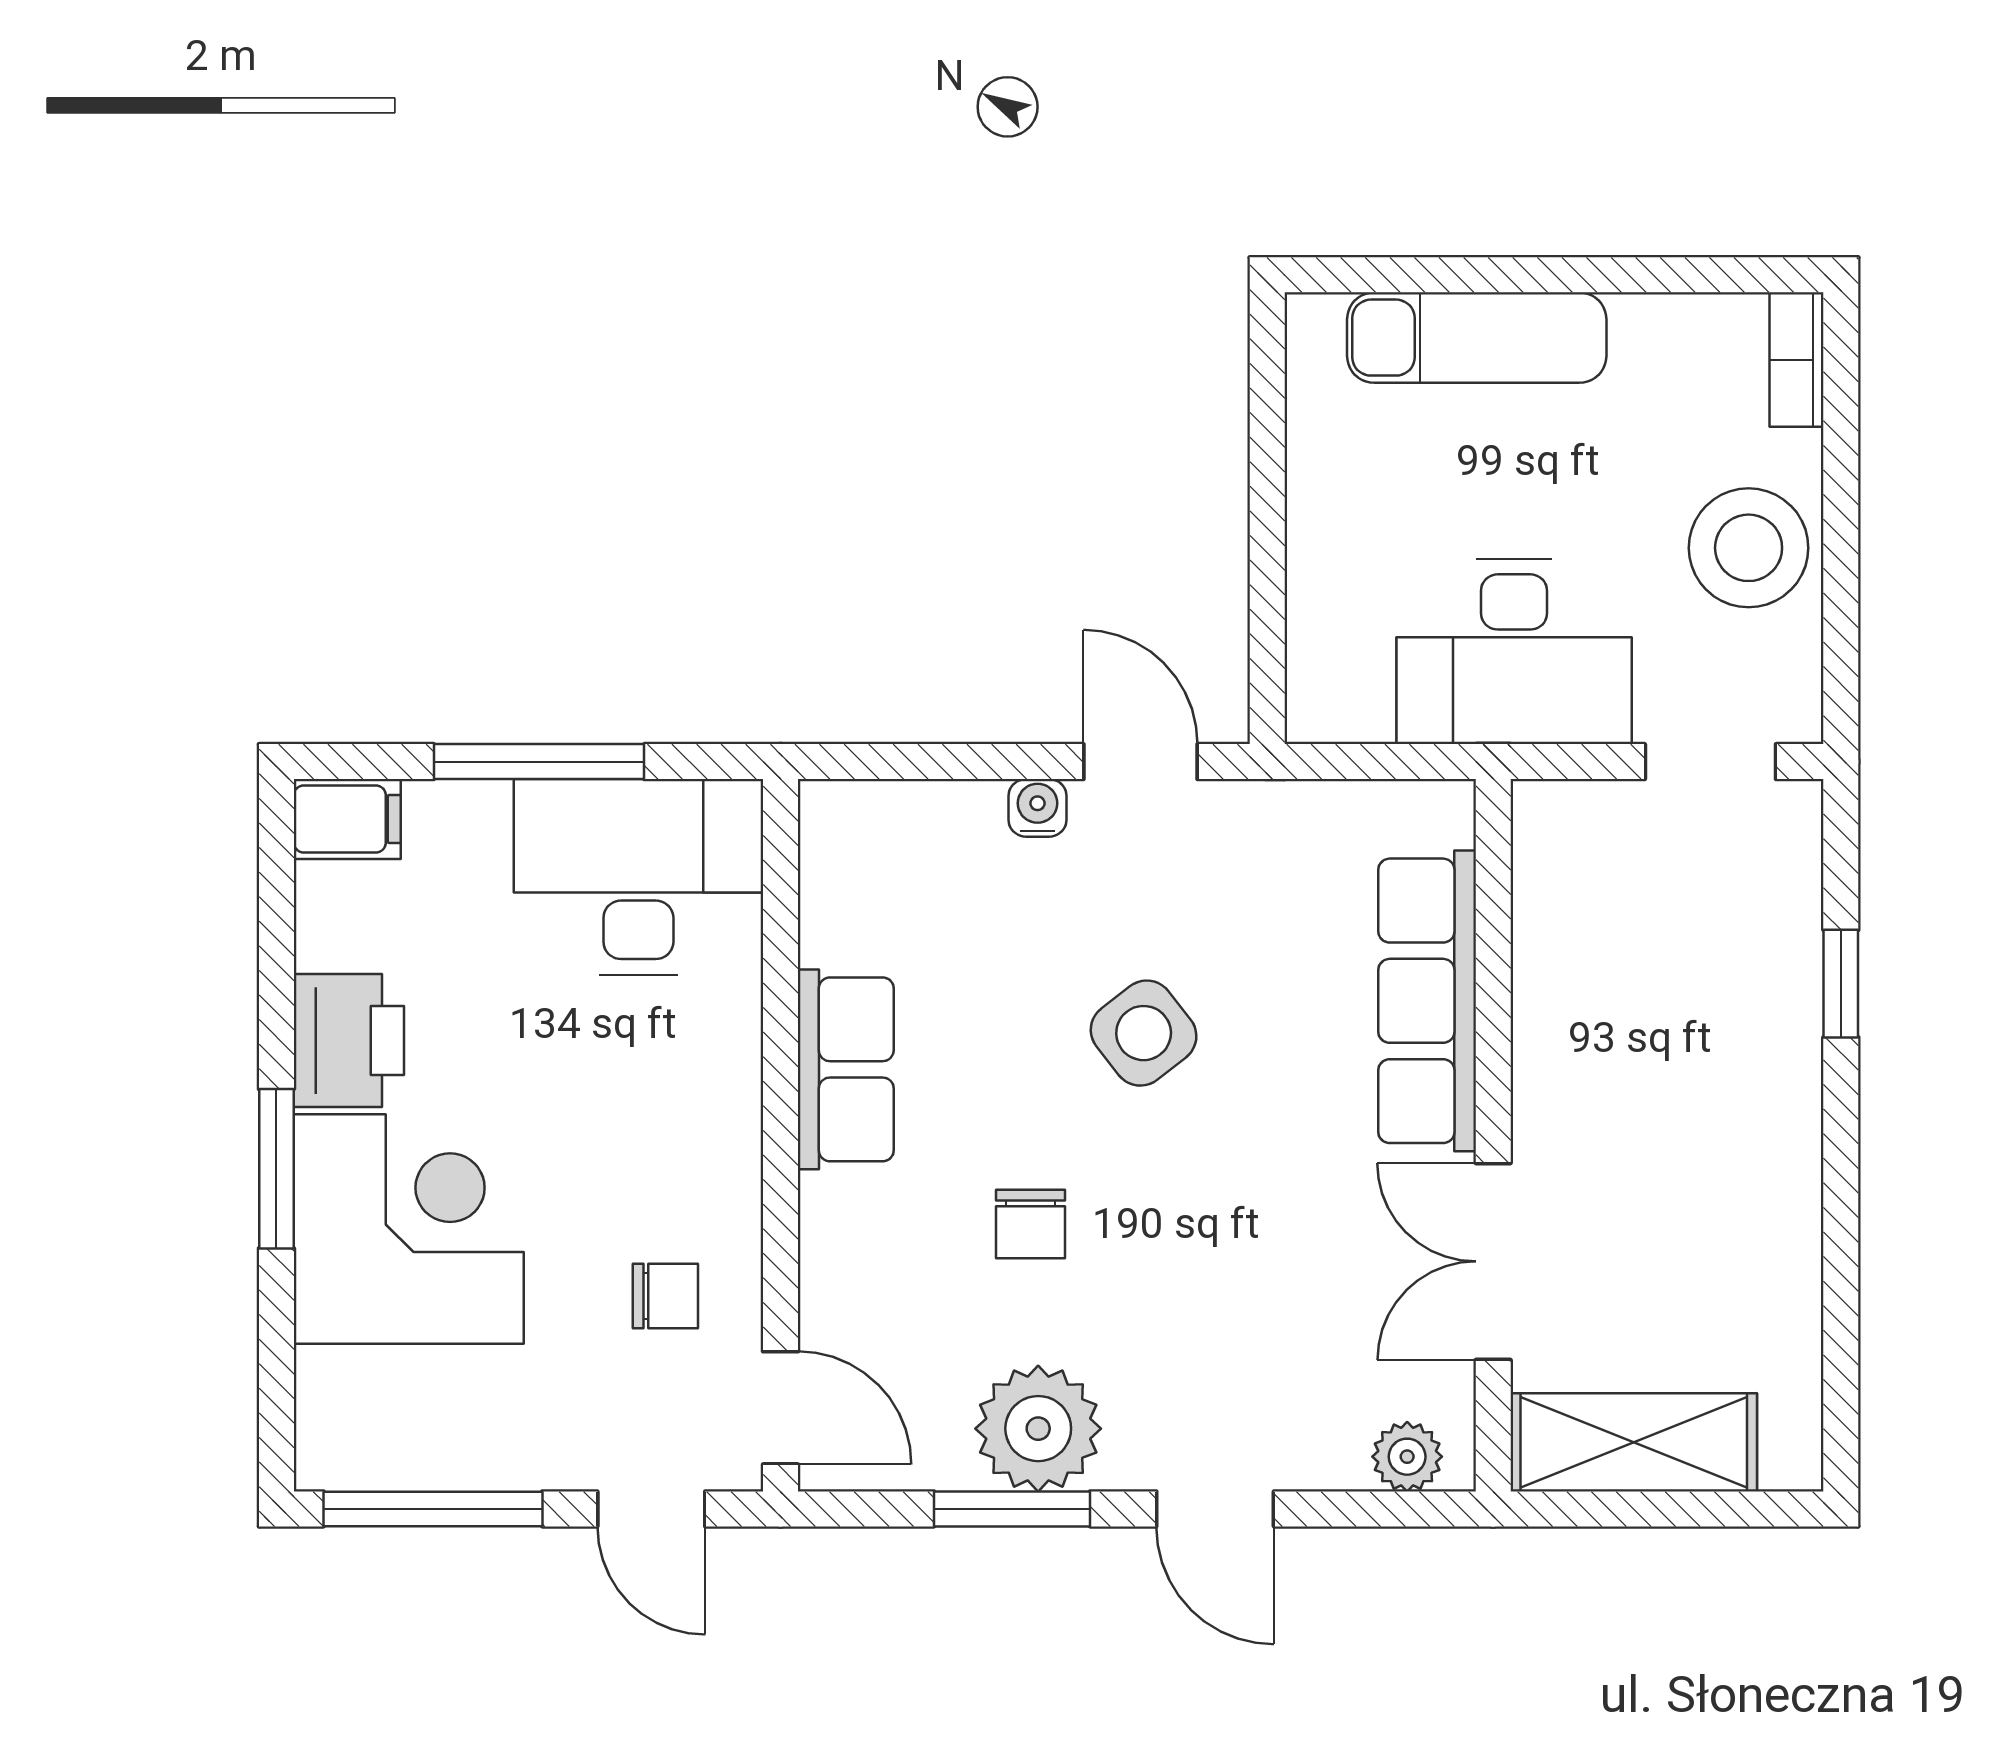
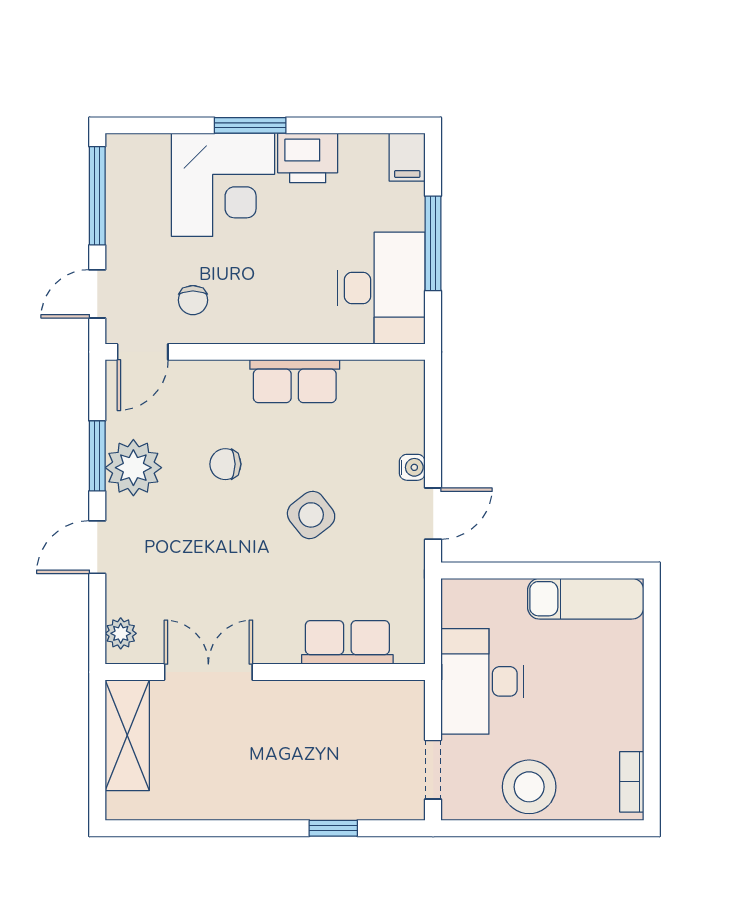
exam couch: (1477, 338) -> (586, 599), moved, turned -90
bookcase: (1796, 360) -> (632, 782), moved, turned -90
row of seats: (1427, 1001) -> (347, 642), width x0.68

